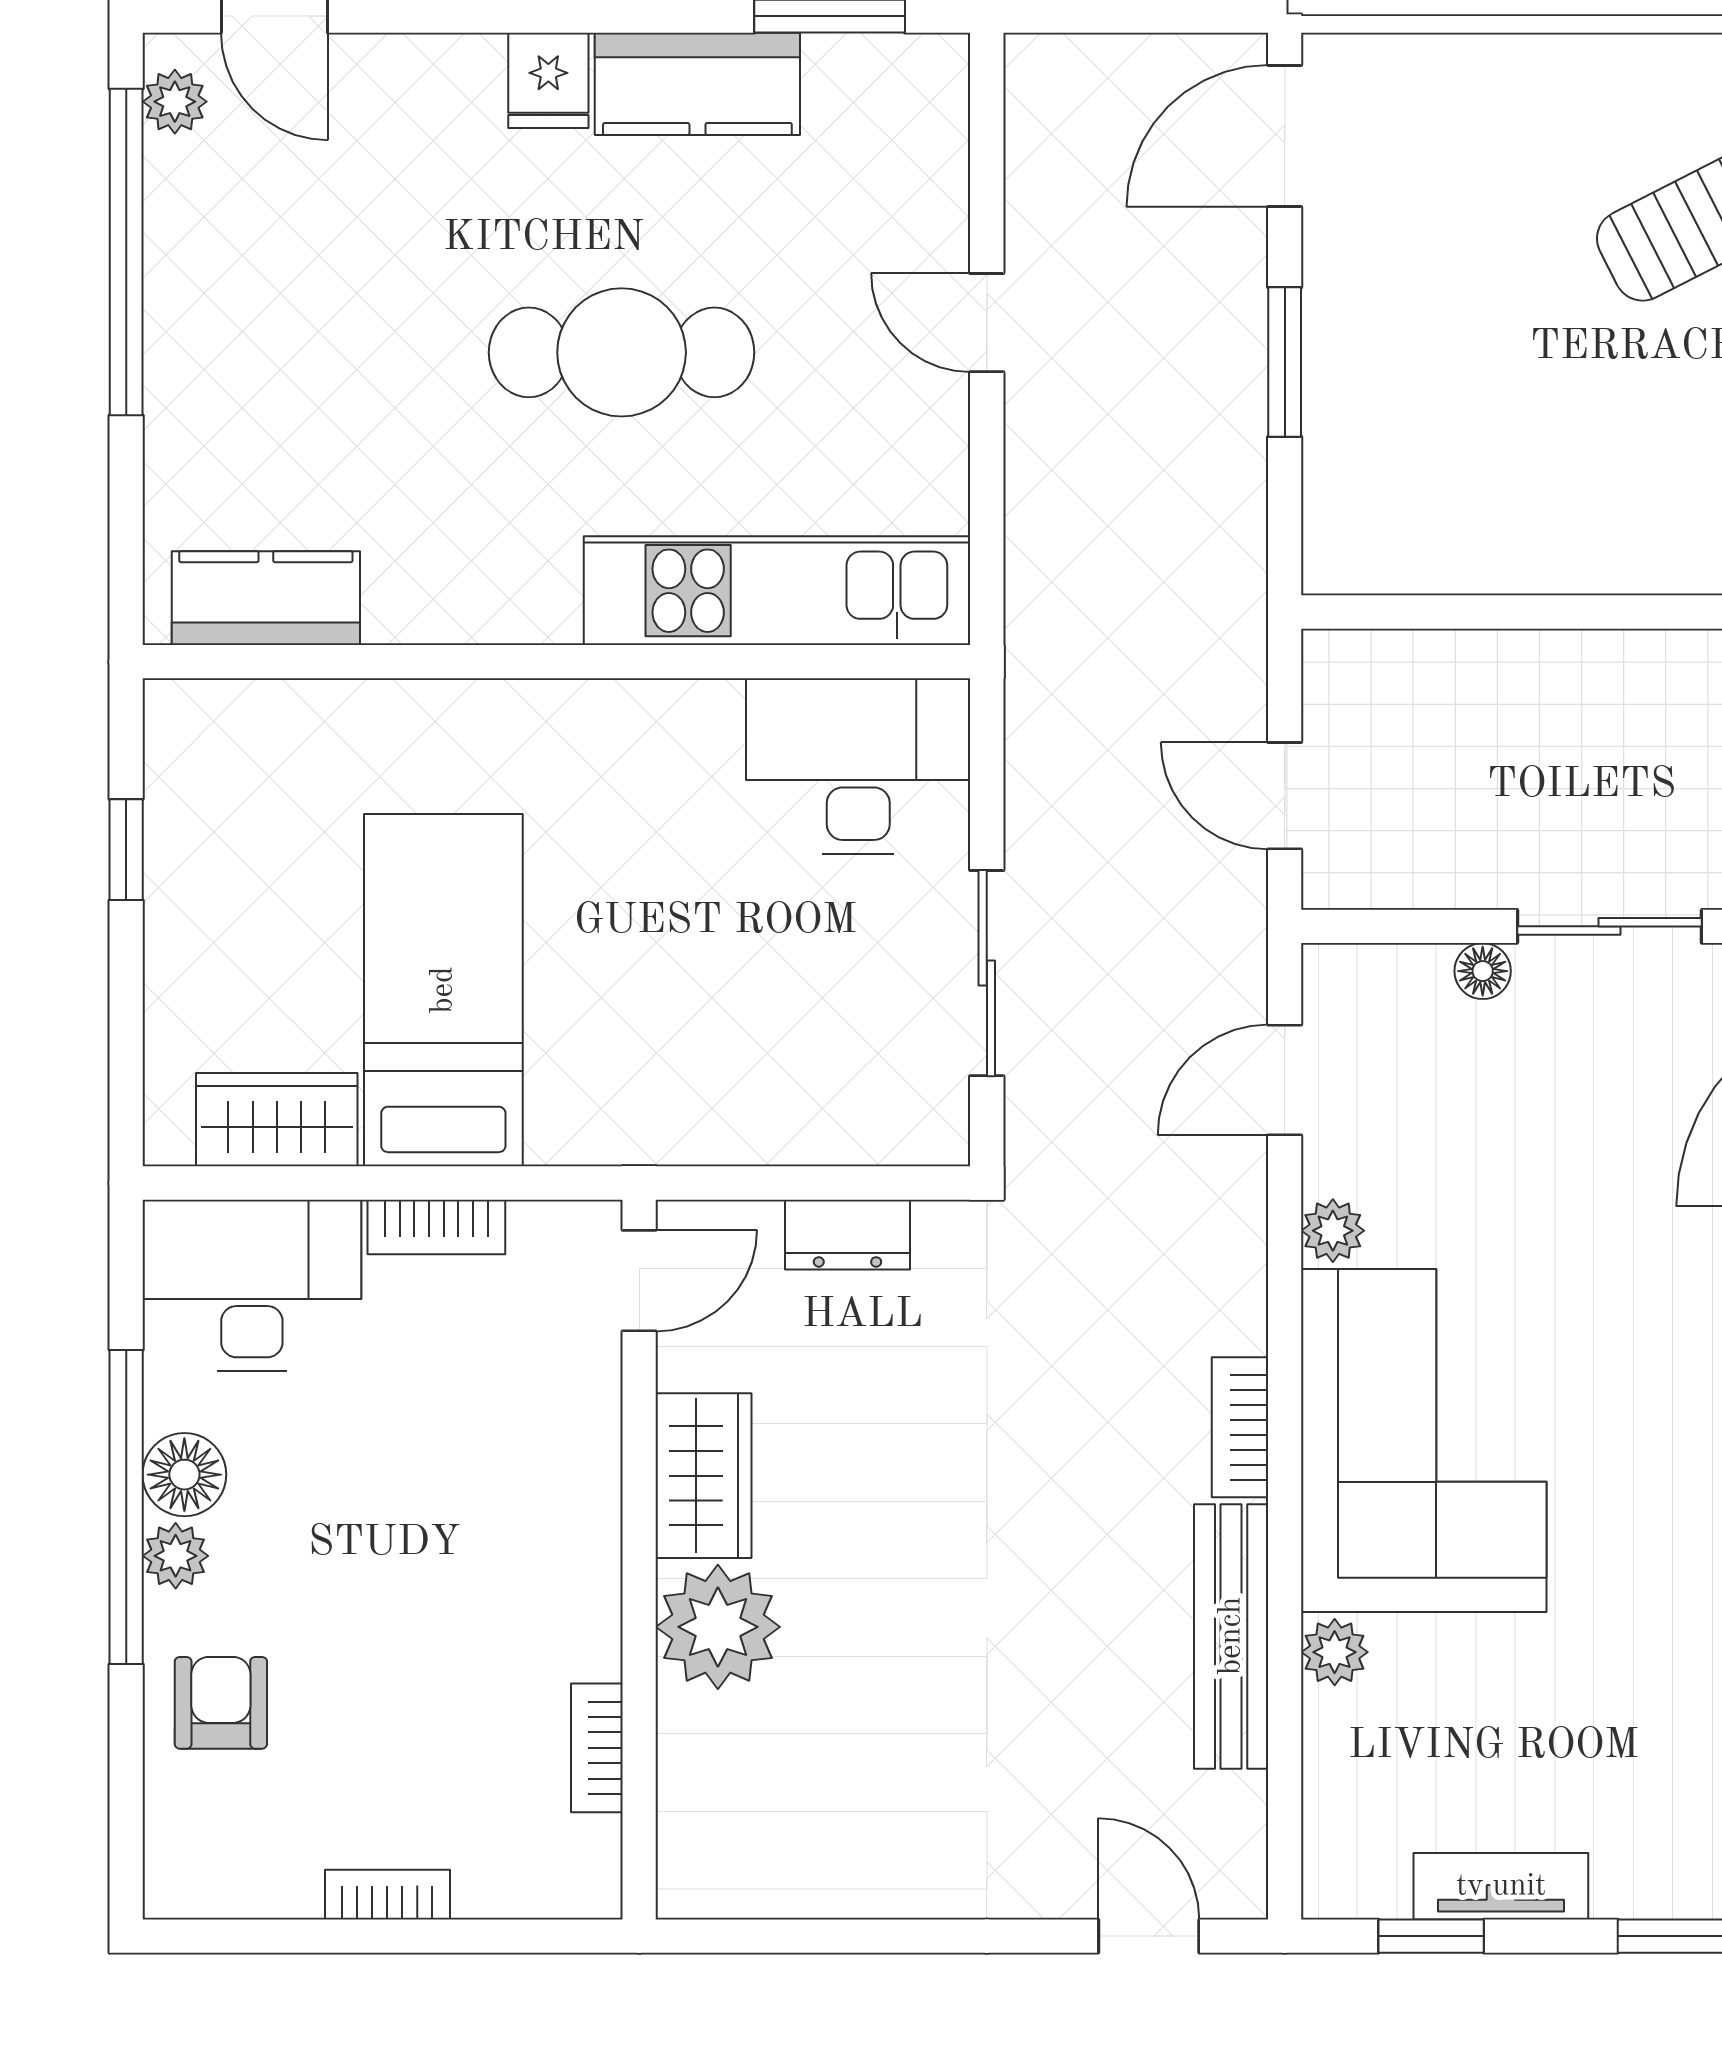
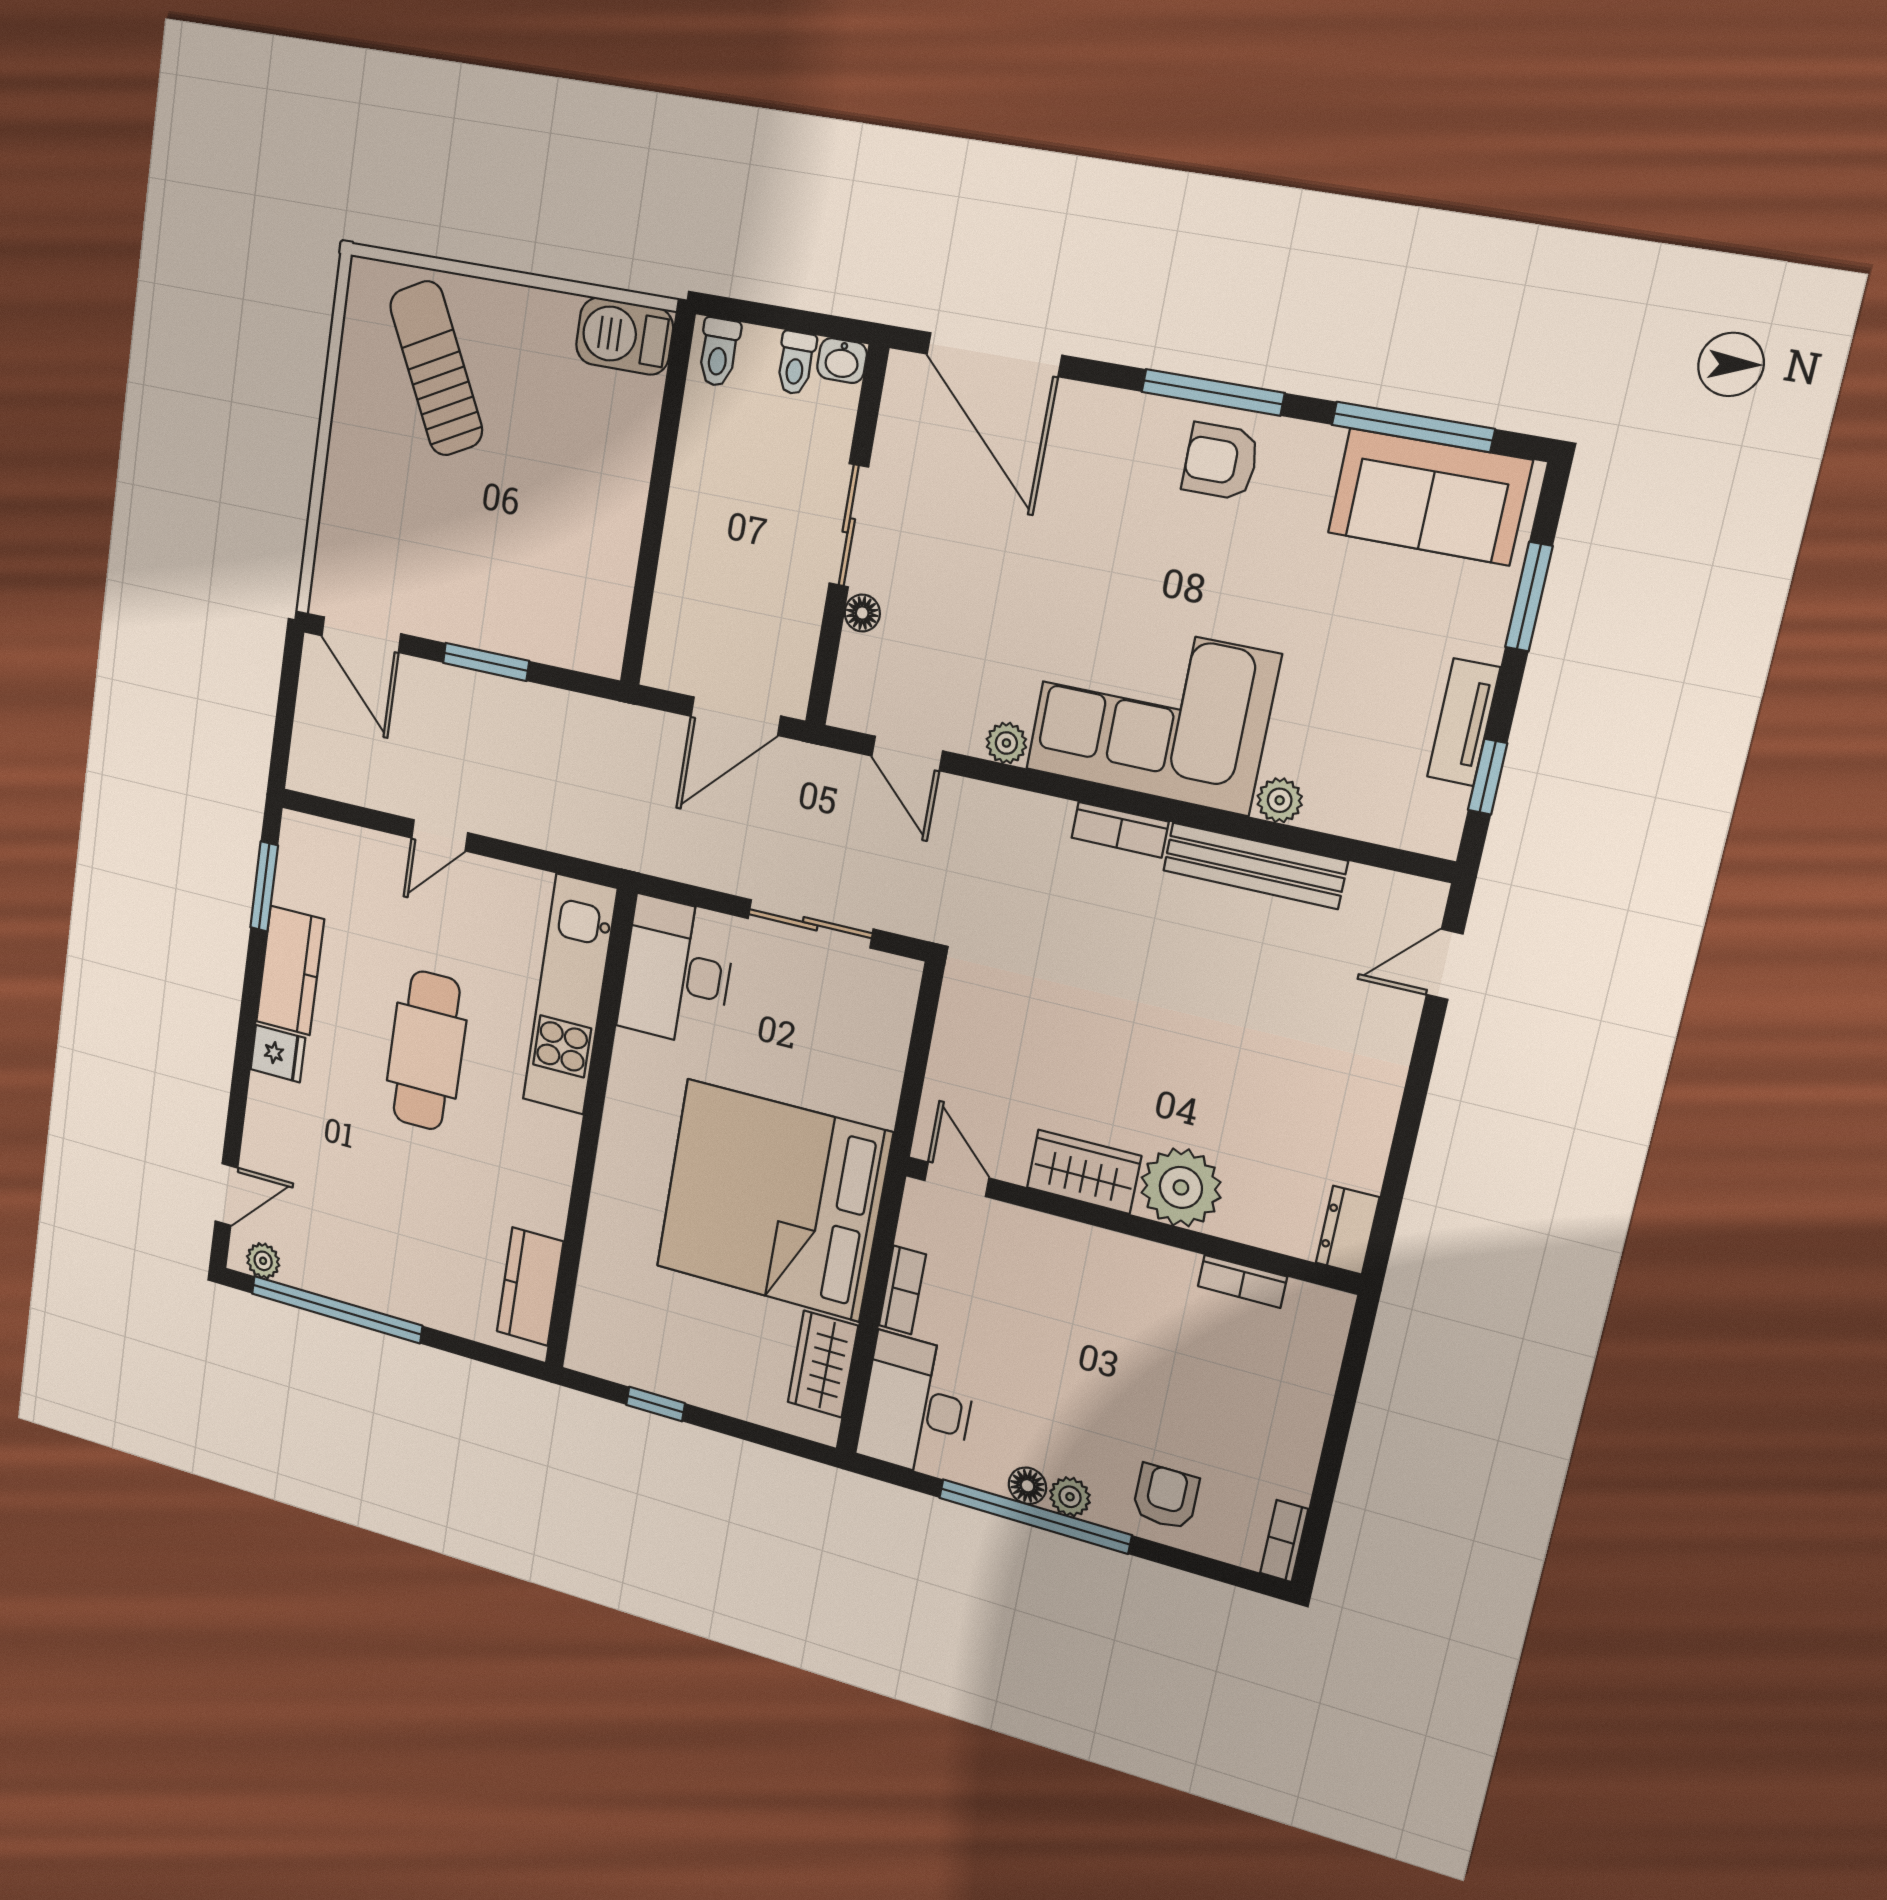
door: (1285, 796) -> (736, 716), width x1.38
bed: (443, 990) -> (773, 1200), width x2.04
dresser: (847, 1235) -> (1348, 1230), moved, turned 180
floor lamp: (184, 1475) -> (1027, 1486), width x0.73, depth x0.73
armchair: (221, 1703) -> (1166, 1497), turned 90
bookcase: (387, 1895) -> (1284, 1541), moved

